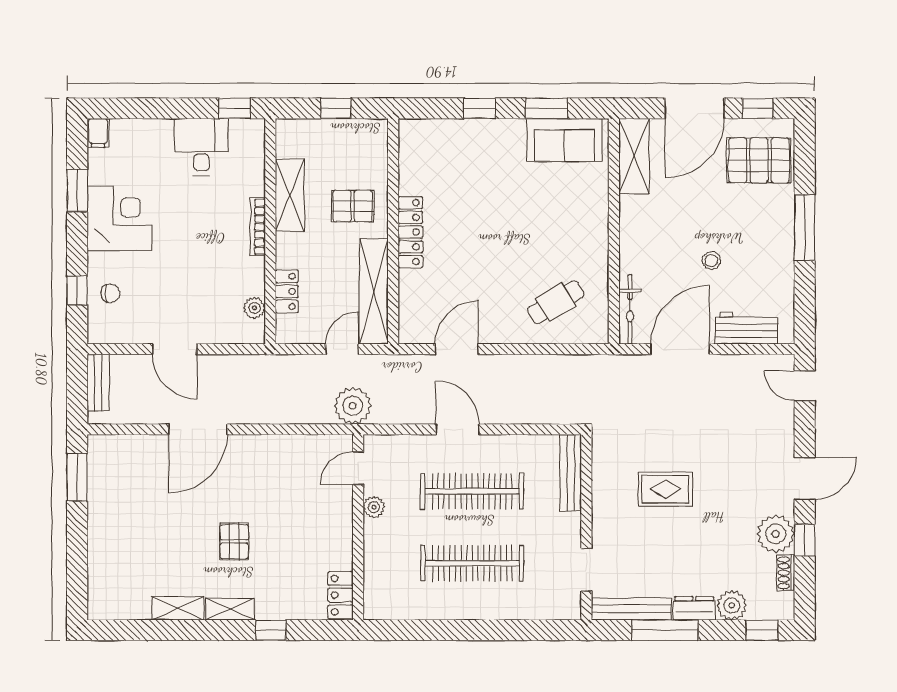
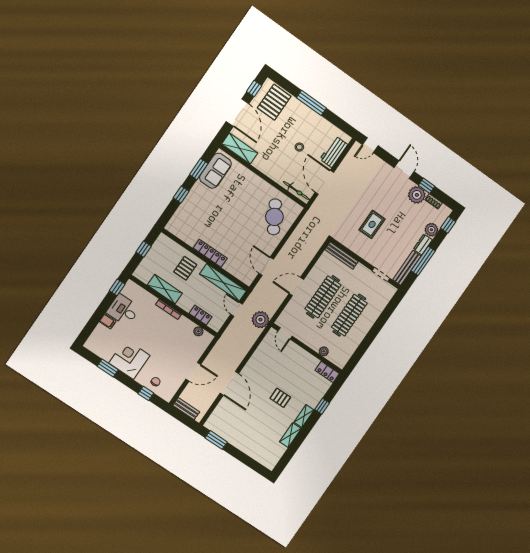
filing cabinet: (98, 133) -> (108, 321), moved
cafe table: (556, 302) -> (274, 217), width x1.37, depth x1.35
plant: (374, 507) -> (324, 351), moved

